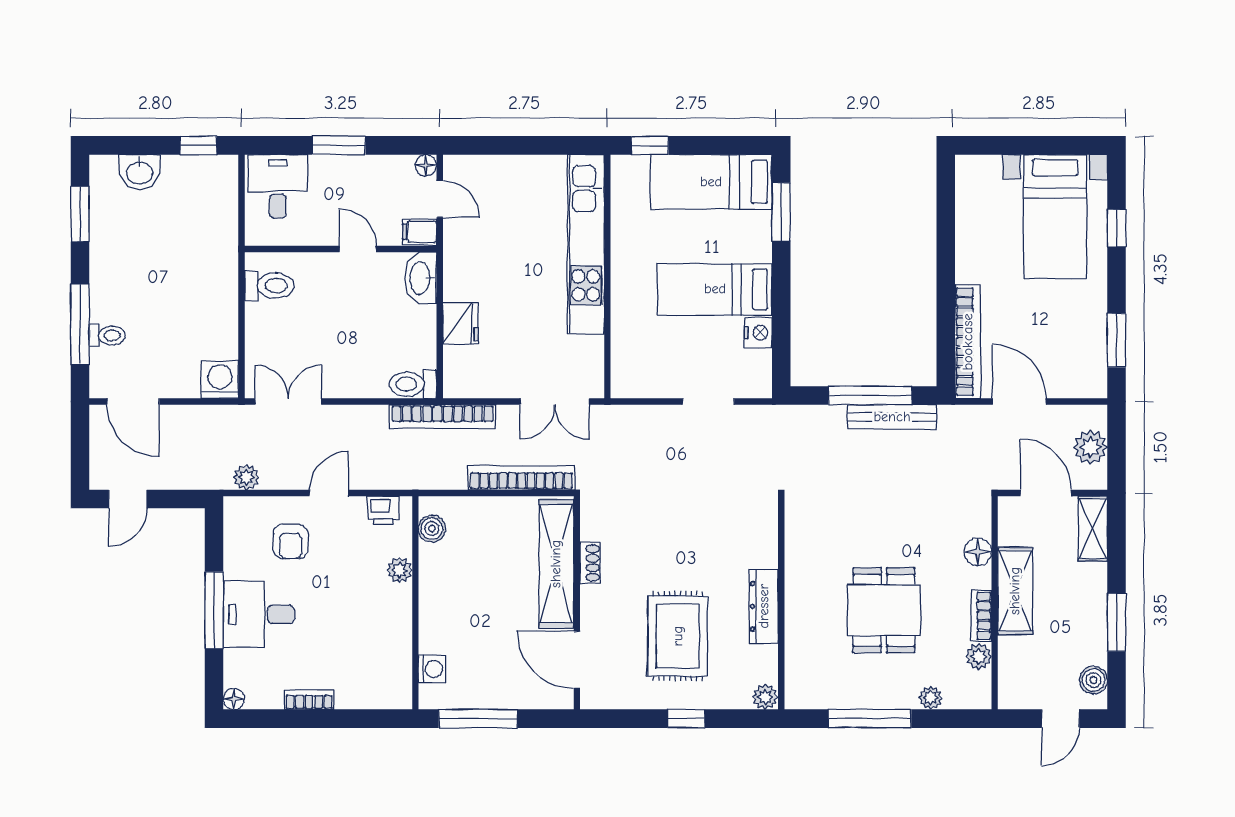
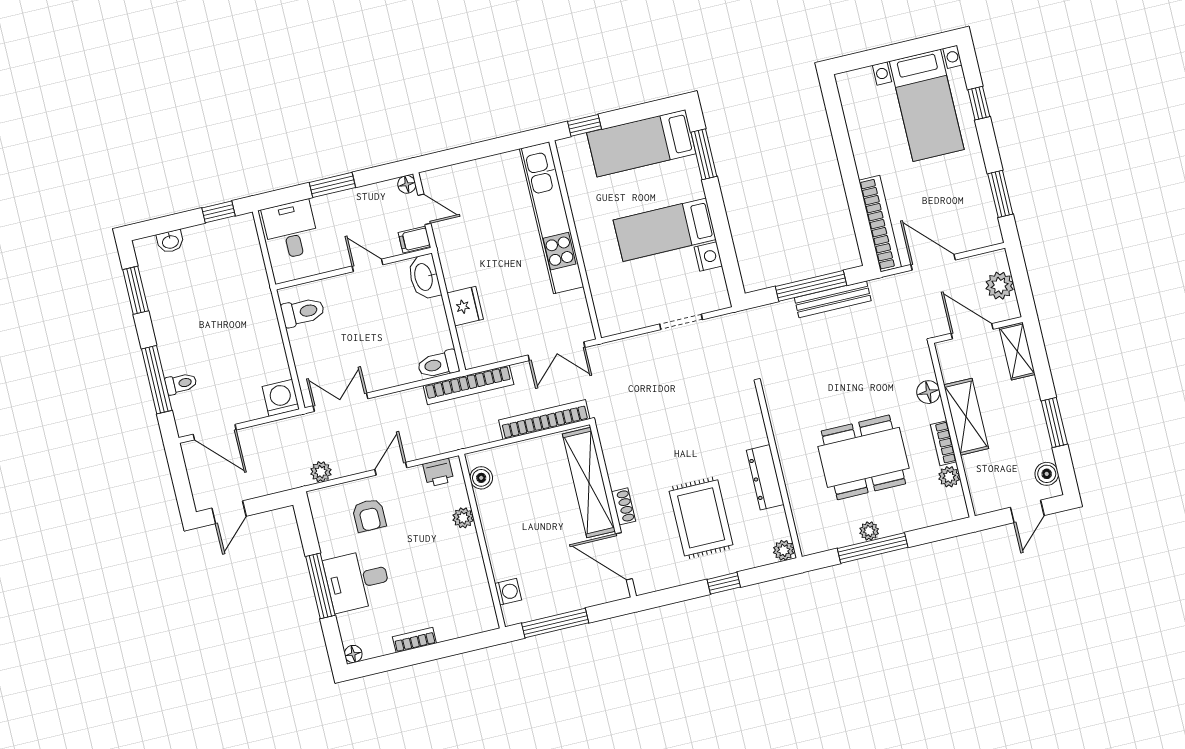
washbasin: (140, 172) -> (170, 241), width x0.72, depth x0.69
shoe rack: (590, 563) -> (623, 506), moved
dining table: (884, 610) -> (863, 457), width x1.38
plant: (931, 698) -> (869, 531), moved

